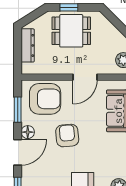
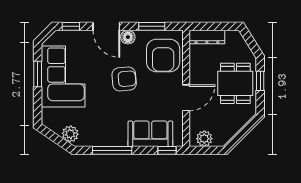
dresser: (28, 45) -> (207, 37), moved
door: (85, 77) -> (186, 98), swing flipped

